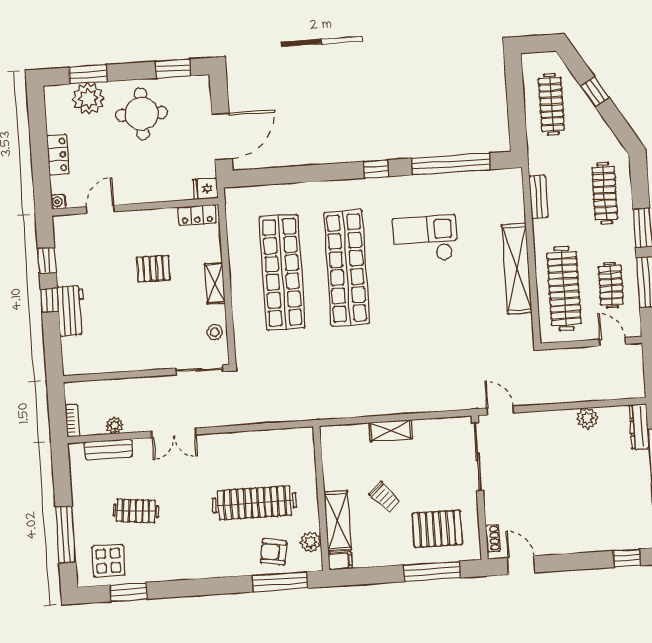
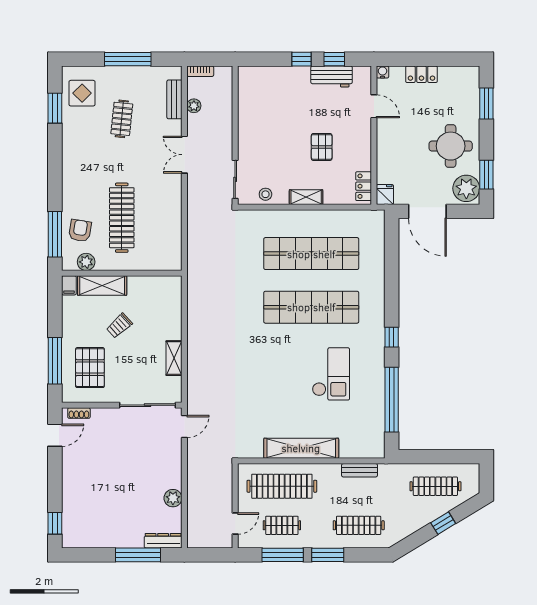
plant: (88, 99) -> (466, 188), moved
workbench: (71, 311) -> (332, 77), moved
shelving: (391, 431) -> (174, 358), moved
window: (66, 535) -> (128, 59), moved

